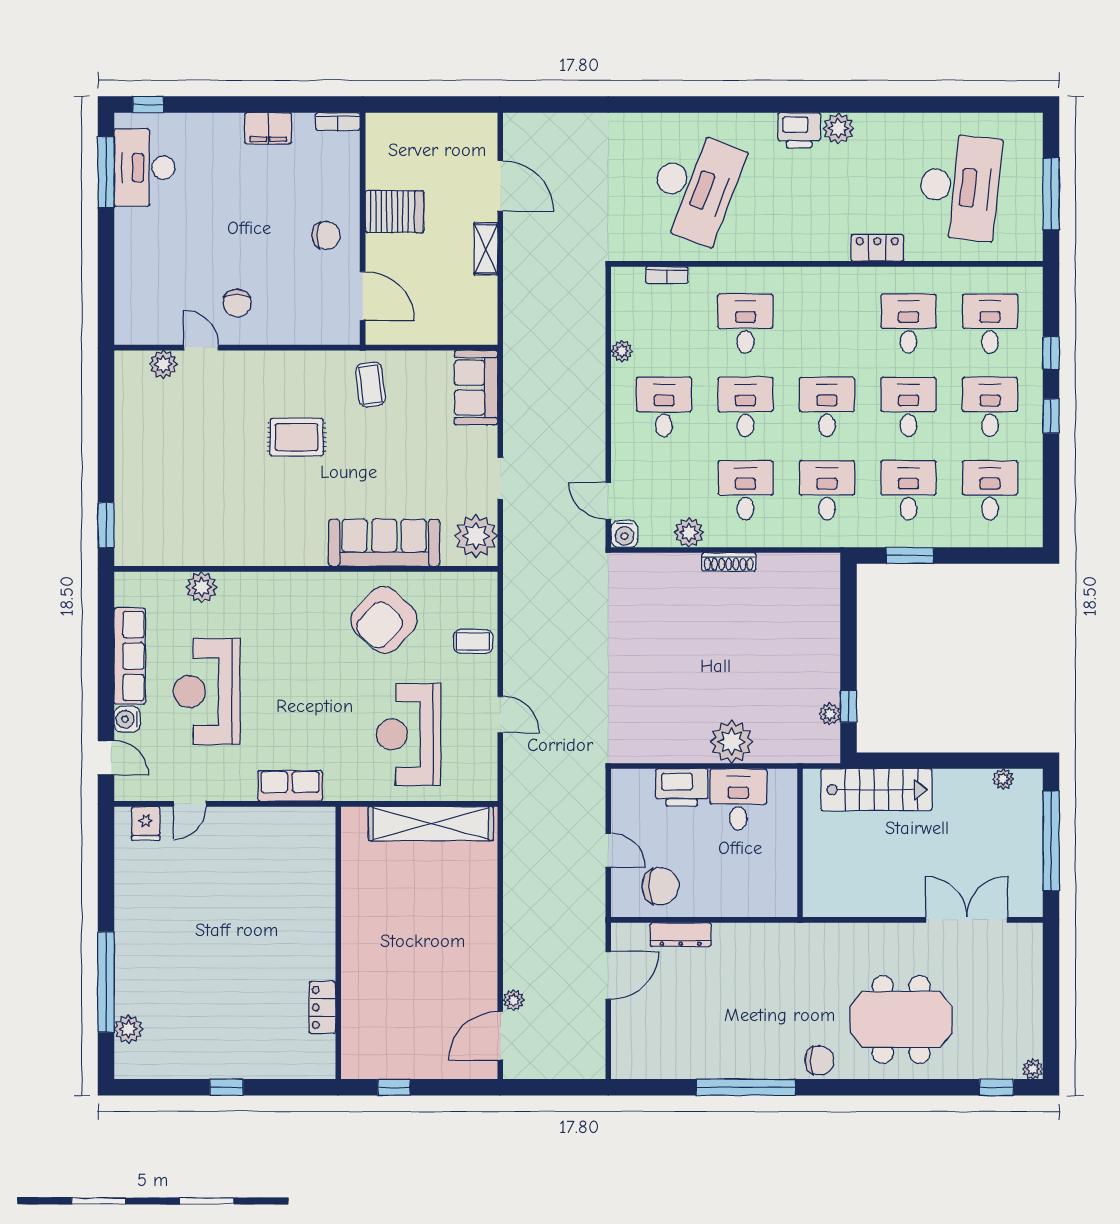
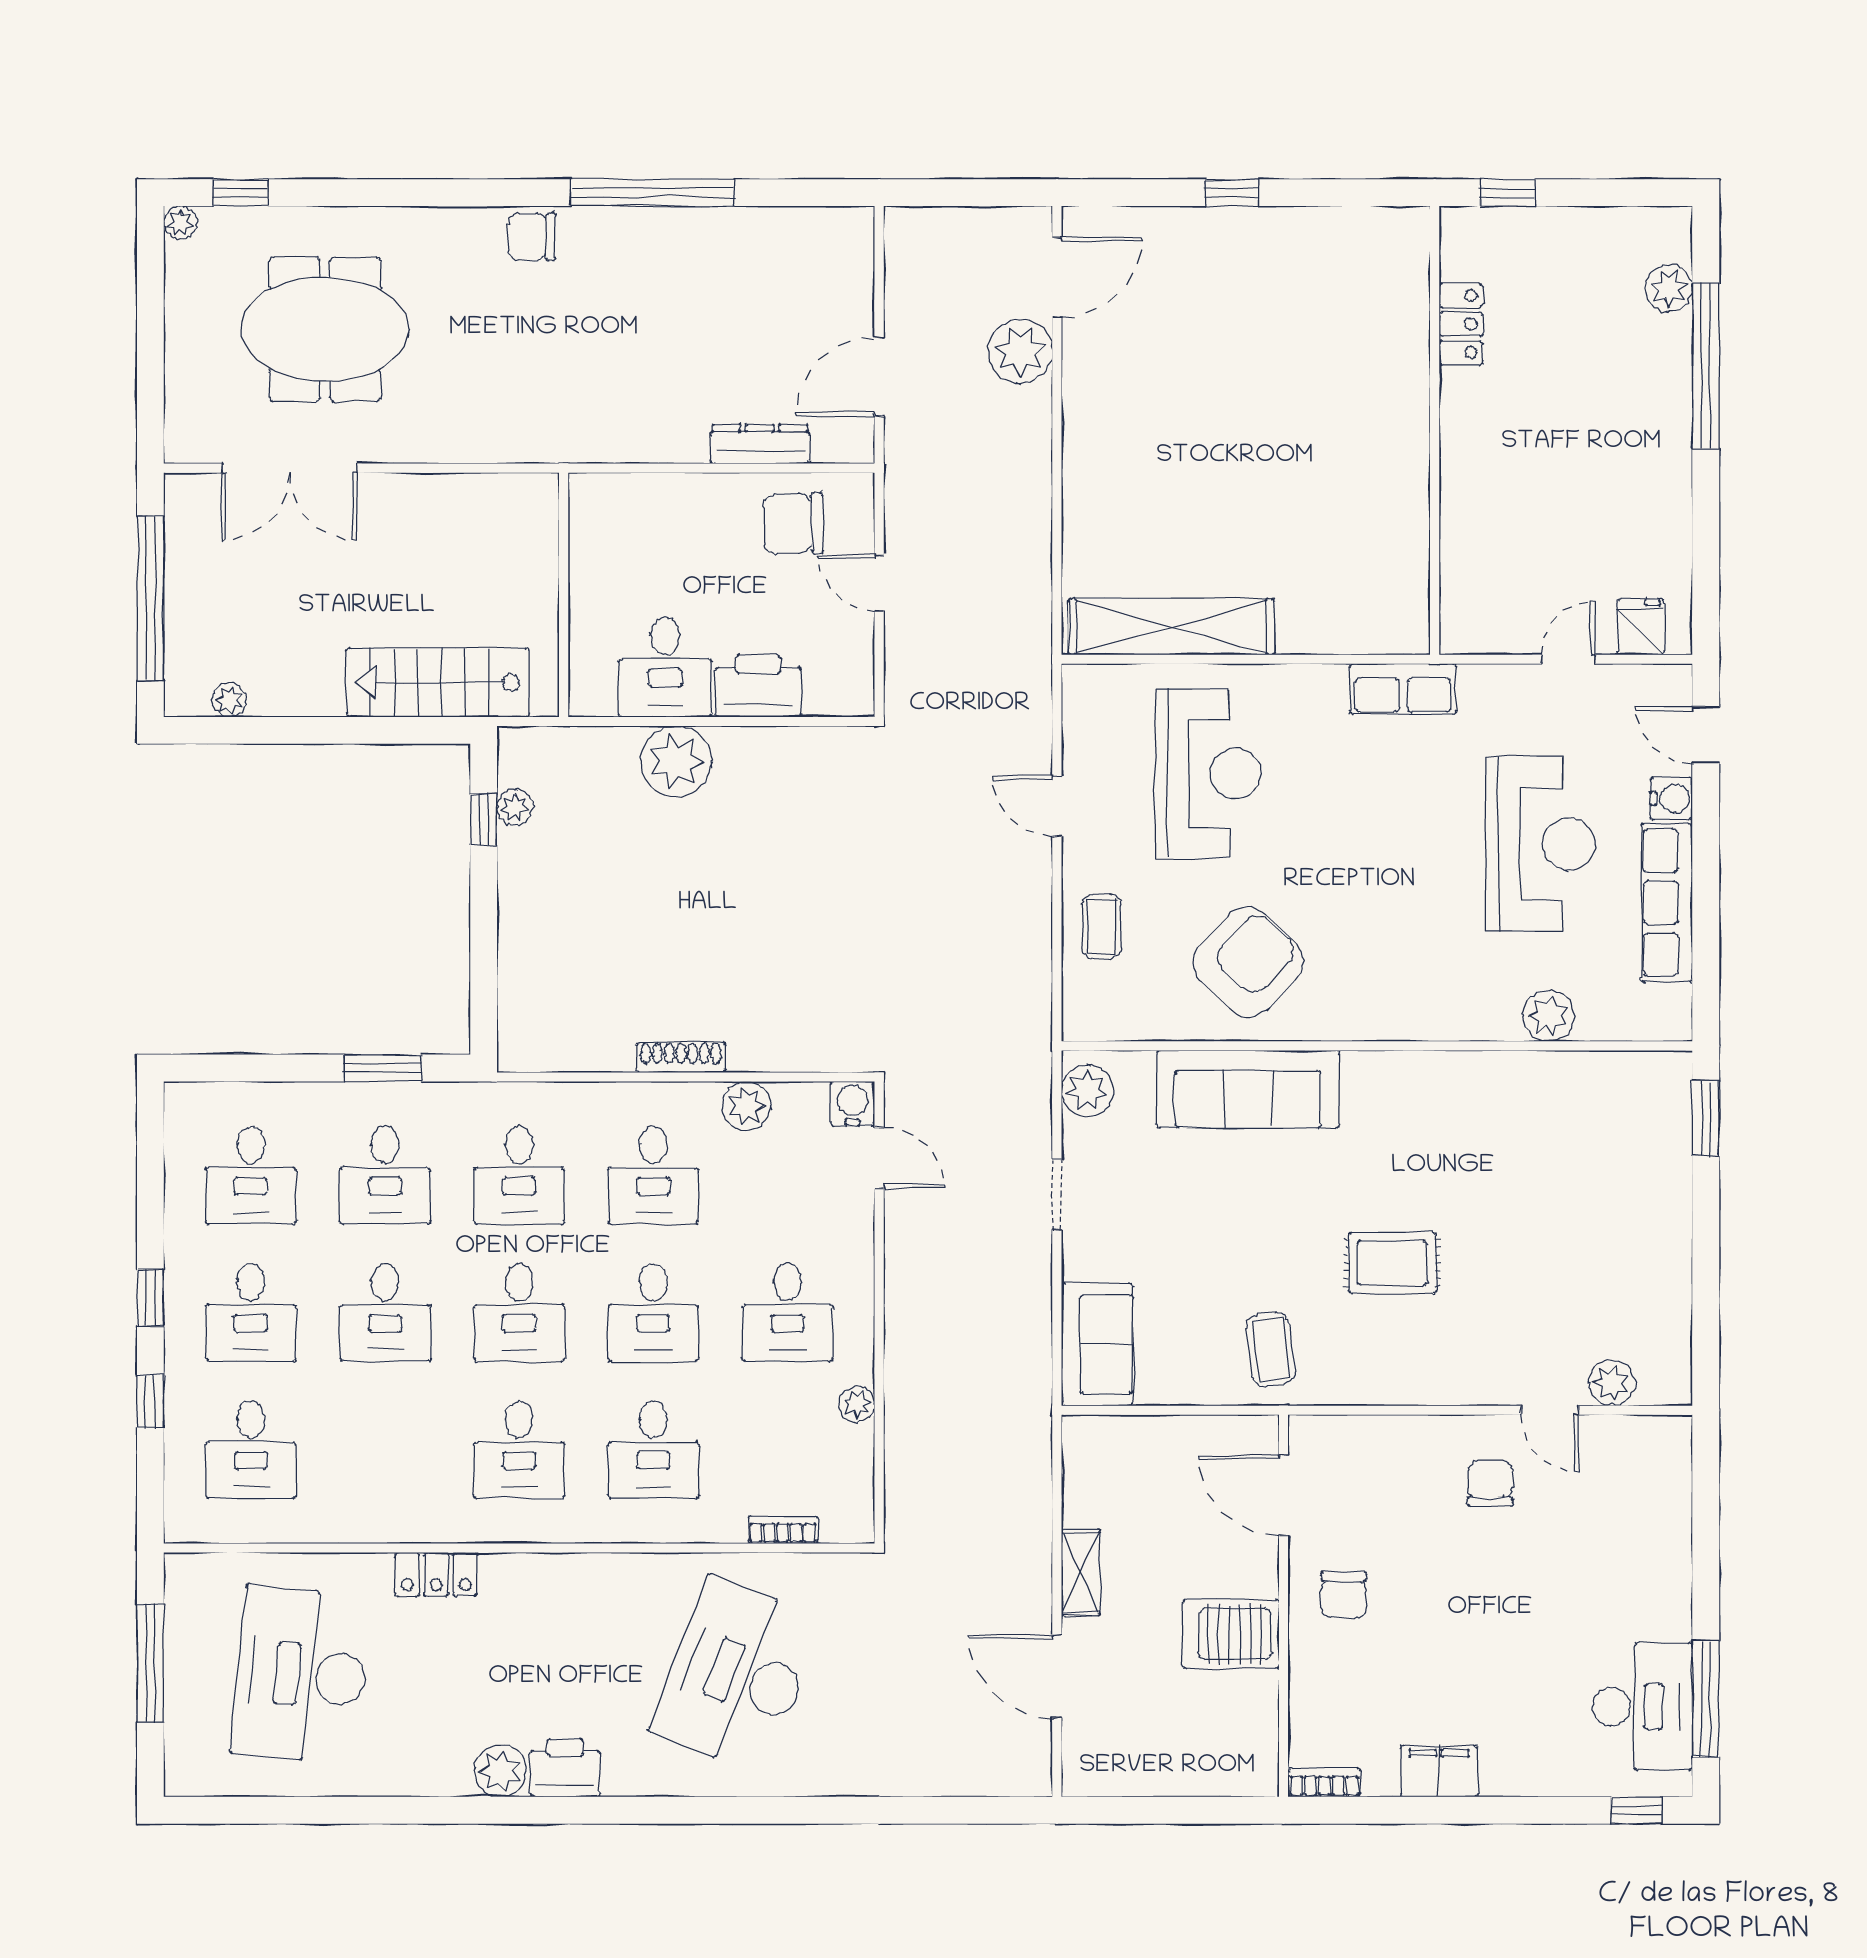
chair: (326, 235) -> (1344, 1595), turned -90
desk: (908, 324) -> (519, 1450), moved
plant: (476, 536) -> (1087, 1091), width x0.73, depth x0.73
coffee table: (473, 641) -> (1102, 927), turned 90
wall: (338, 943) -> (1435, 430), moved
plant: (513, 1000) -> (1020, 351), width x1.88, depth x1.88
locker: (322, 1007) -> (1461, 324), moved
meeting table: (901, 1020) -> (325, 329), moved

